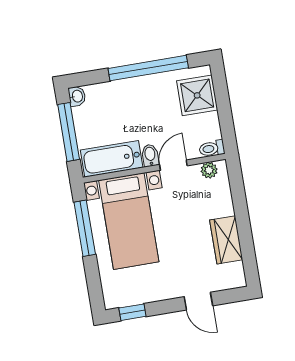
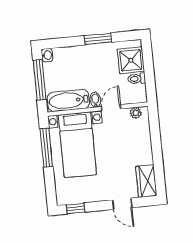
window: (148, 68) -> (98, 39), width x0.47
toilet: (212, 149) -> (137, 79), moved
wardrobe: (226, 240) -> (146, 181), moved

